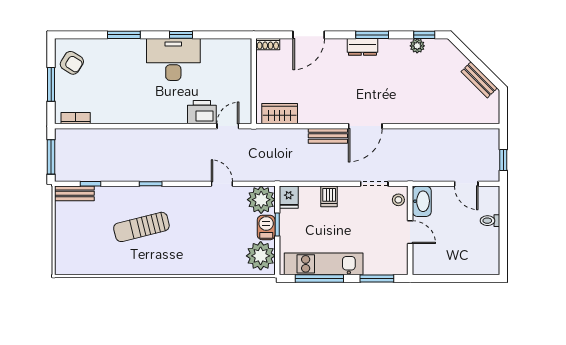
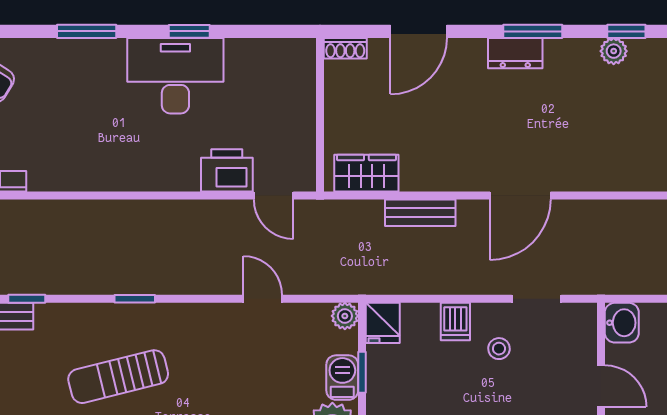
door: (228, 126) -> (274, 195), swing flipped
bench: (328, 136) -> (420, 213), moved
plant: (261, 200) -> (345, 316), width x0.53, depth x0.53
stool: (398, 200) -> (499, 349), moved
washbasin: (422, 201) -> (622, 323), width x0.72

